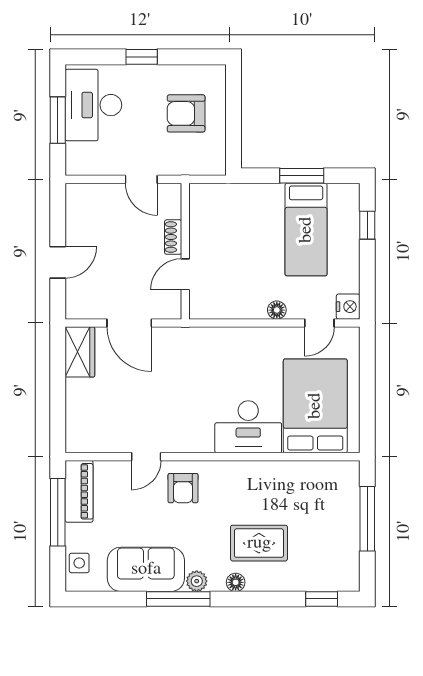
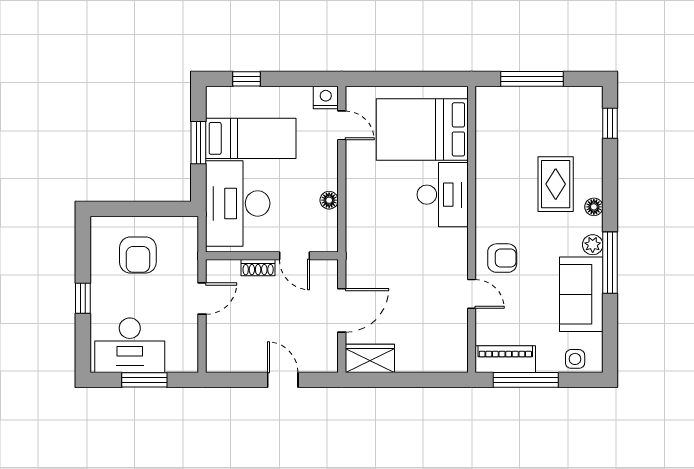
desk: (239, 216) -> (238, 203), added
floor lamp: (277, 310) -> (329, 200), moved

